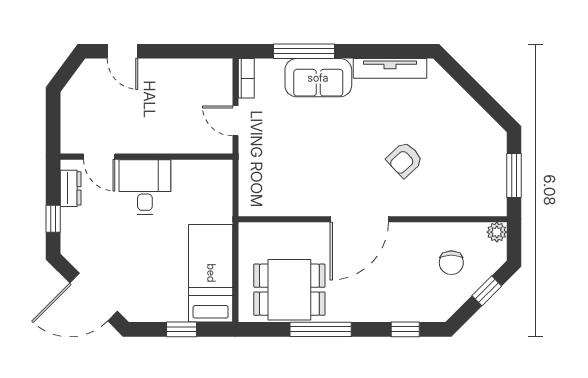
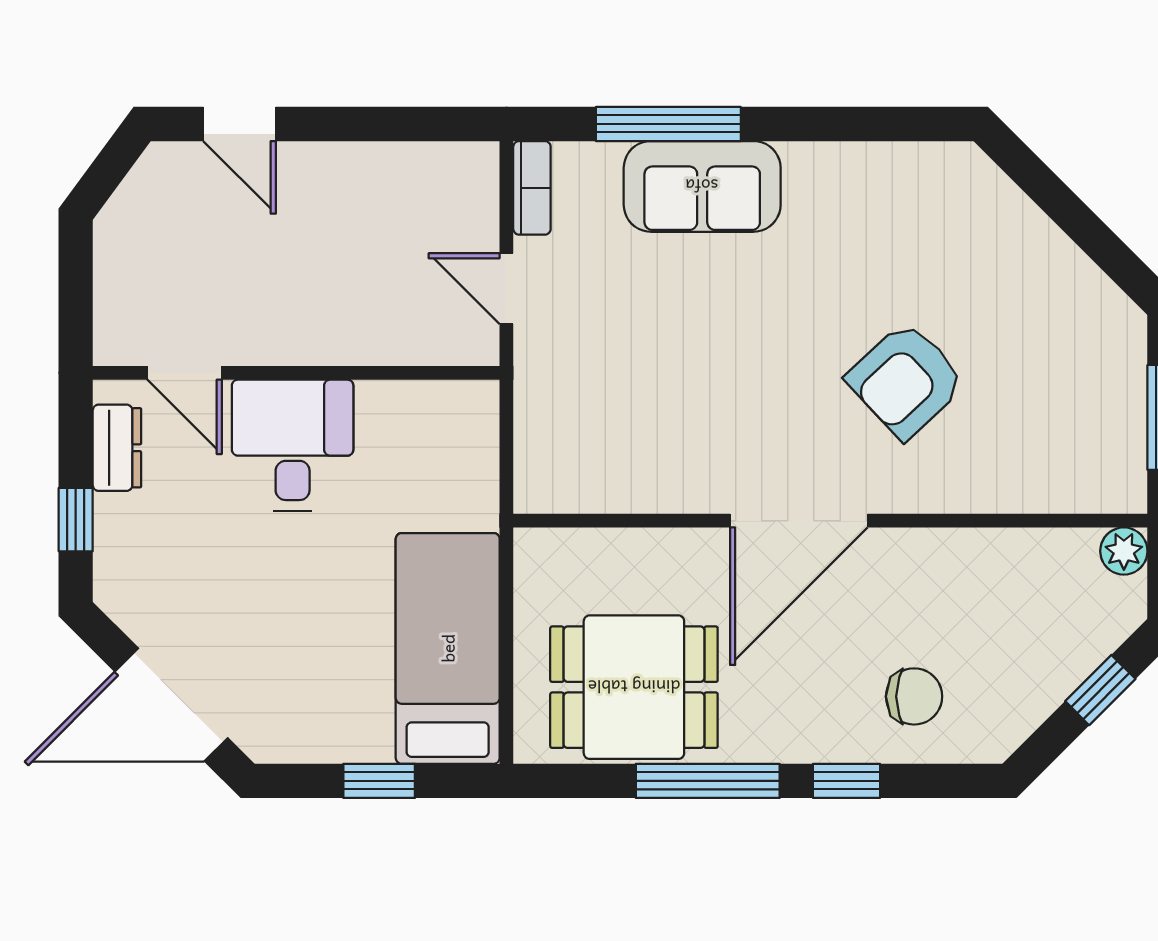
tv unit: (390, 68) -> (872, 164), removed
armchair: (405, 160) -> (906, 380), width x1.38, depth x1.38
chair: (451, 263) -> (914, 696), moved, turned -90
window: (405, 329) -> (847, 781), moved

